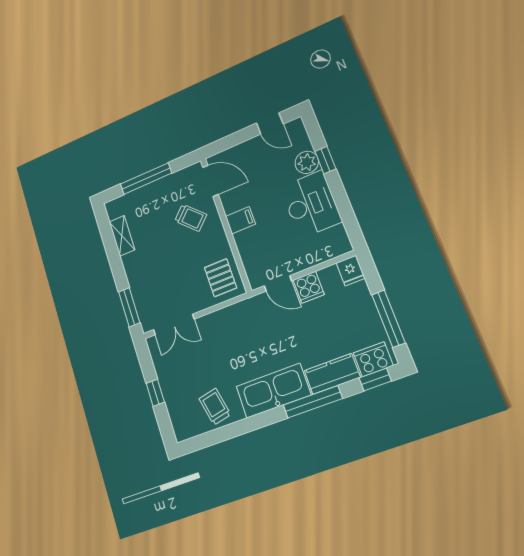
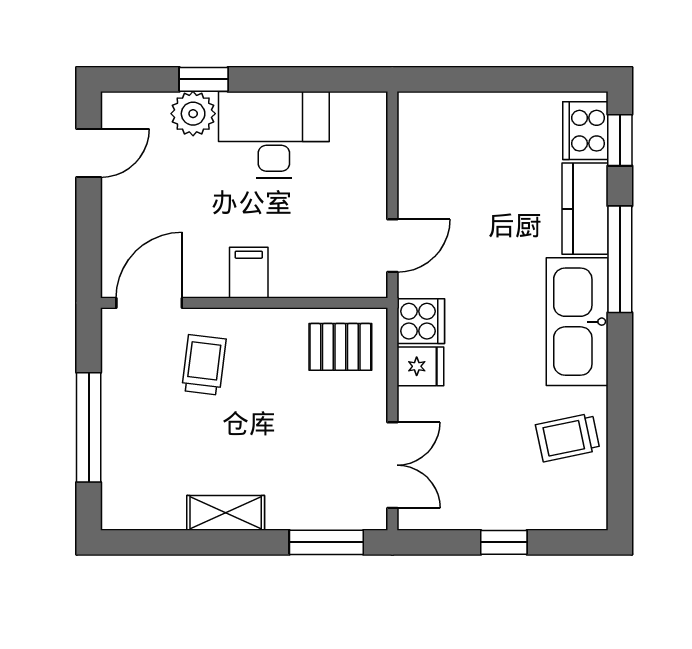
trolley: (191, 218) -> (204, 365), turned -38
shelving: (122, 236) -> (226, 513), moved
fridge: (351, 271) -> (420, 366), moved
cooker: (309, 287) -> (421, 321), moved
window: (388, 319) -> (527, 79), removed

